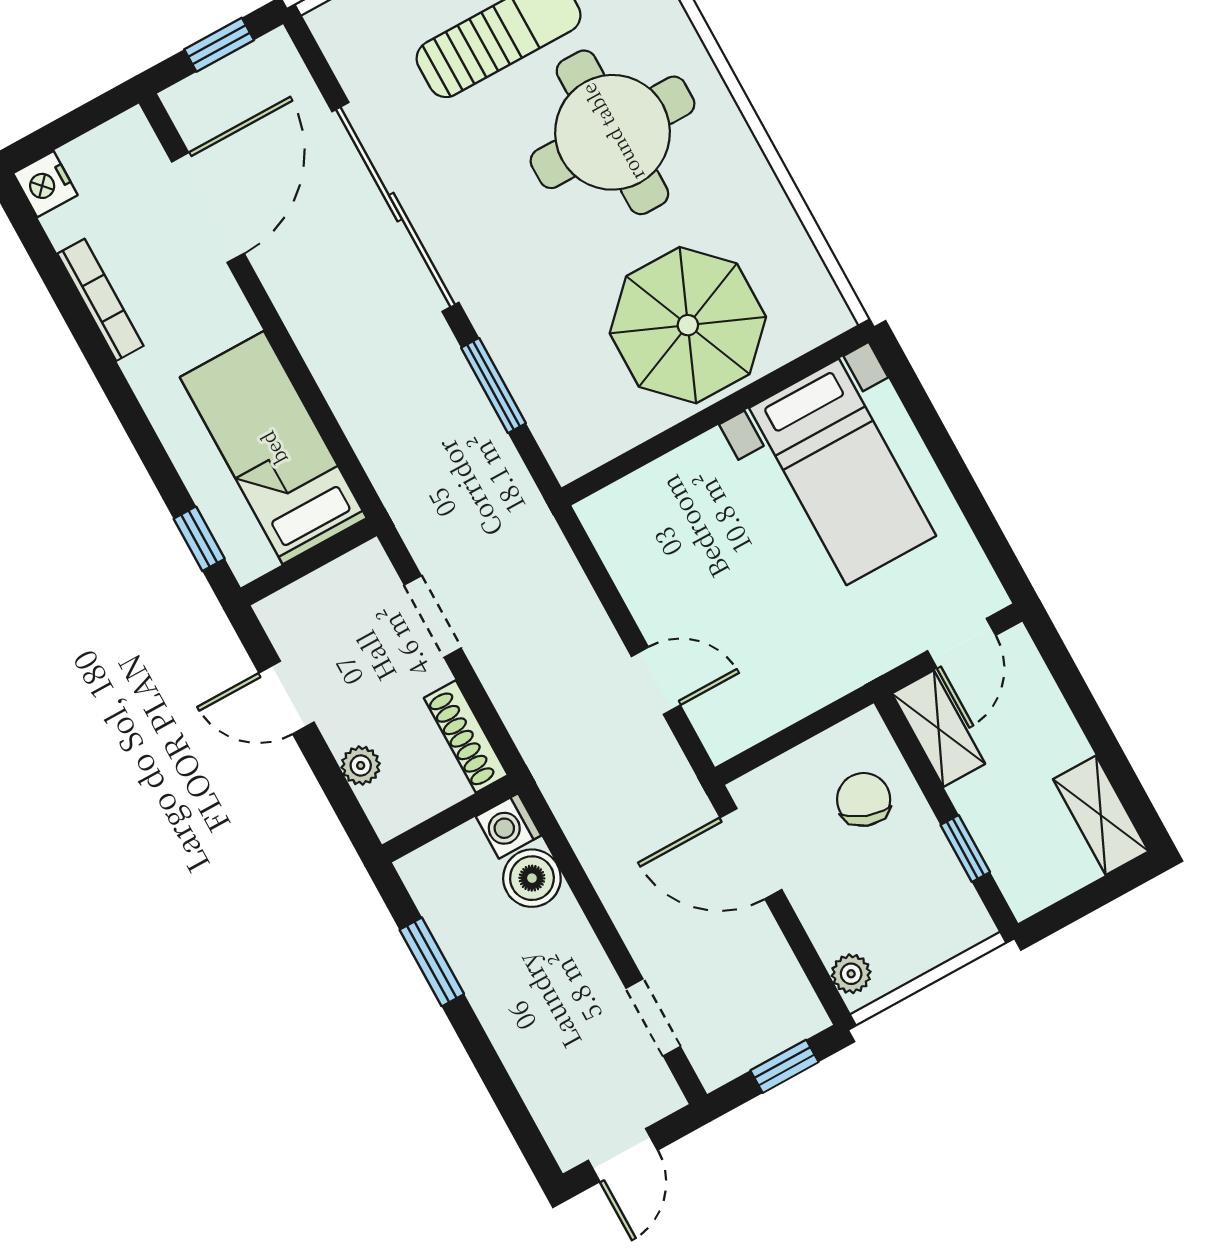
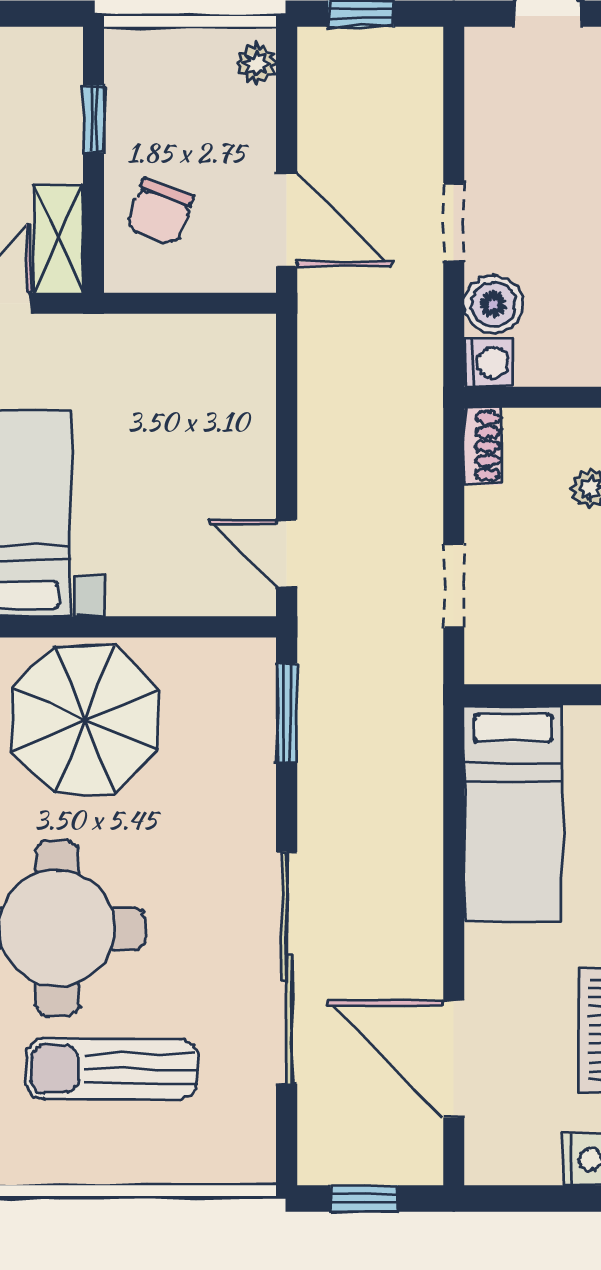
door: (208, 208) -> (454, 1059), hinge flipped
window: (494, 386) -> (287, 713), moved
door: (656, 681) -> (287, 553), moved
shoe rack: (466, 736) -> (483, 446), width x0.70
doorway: (653, 1017) -> (454, 222), moved

